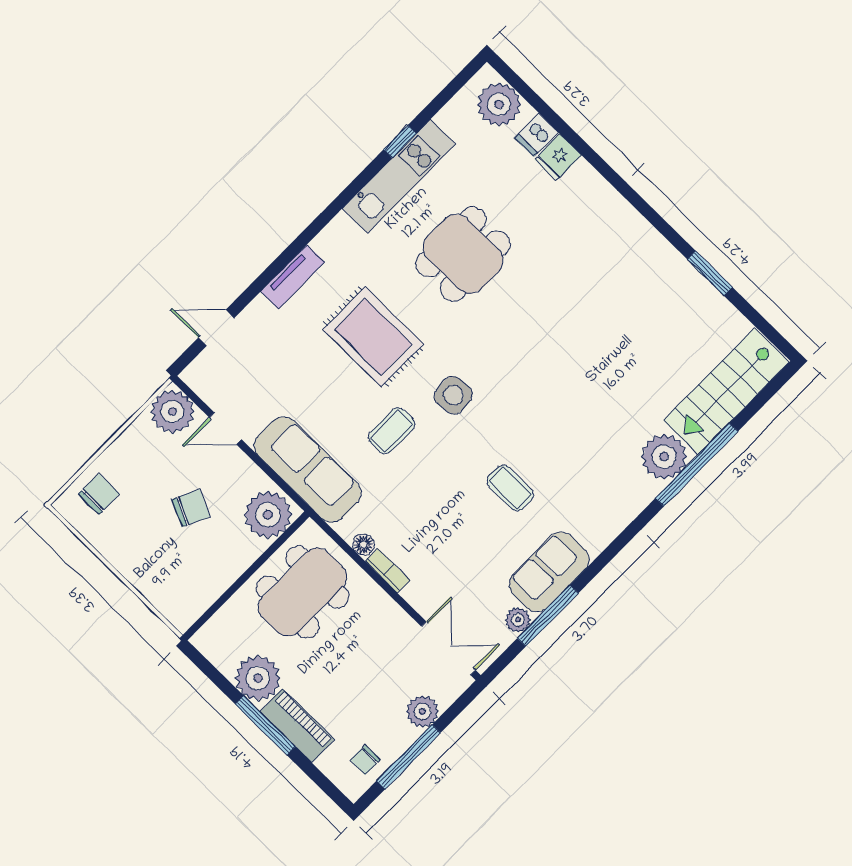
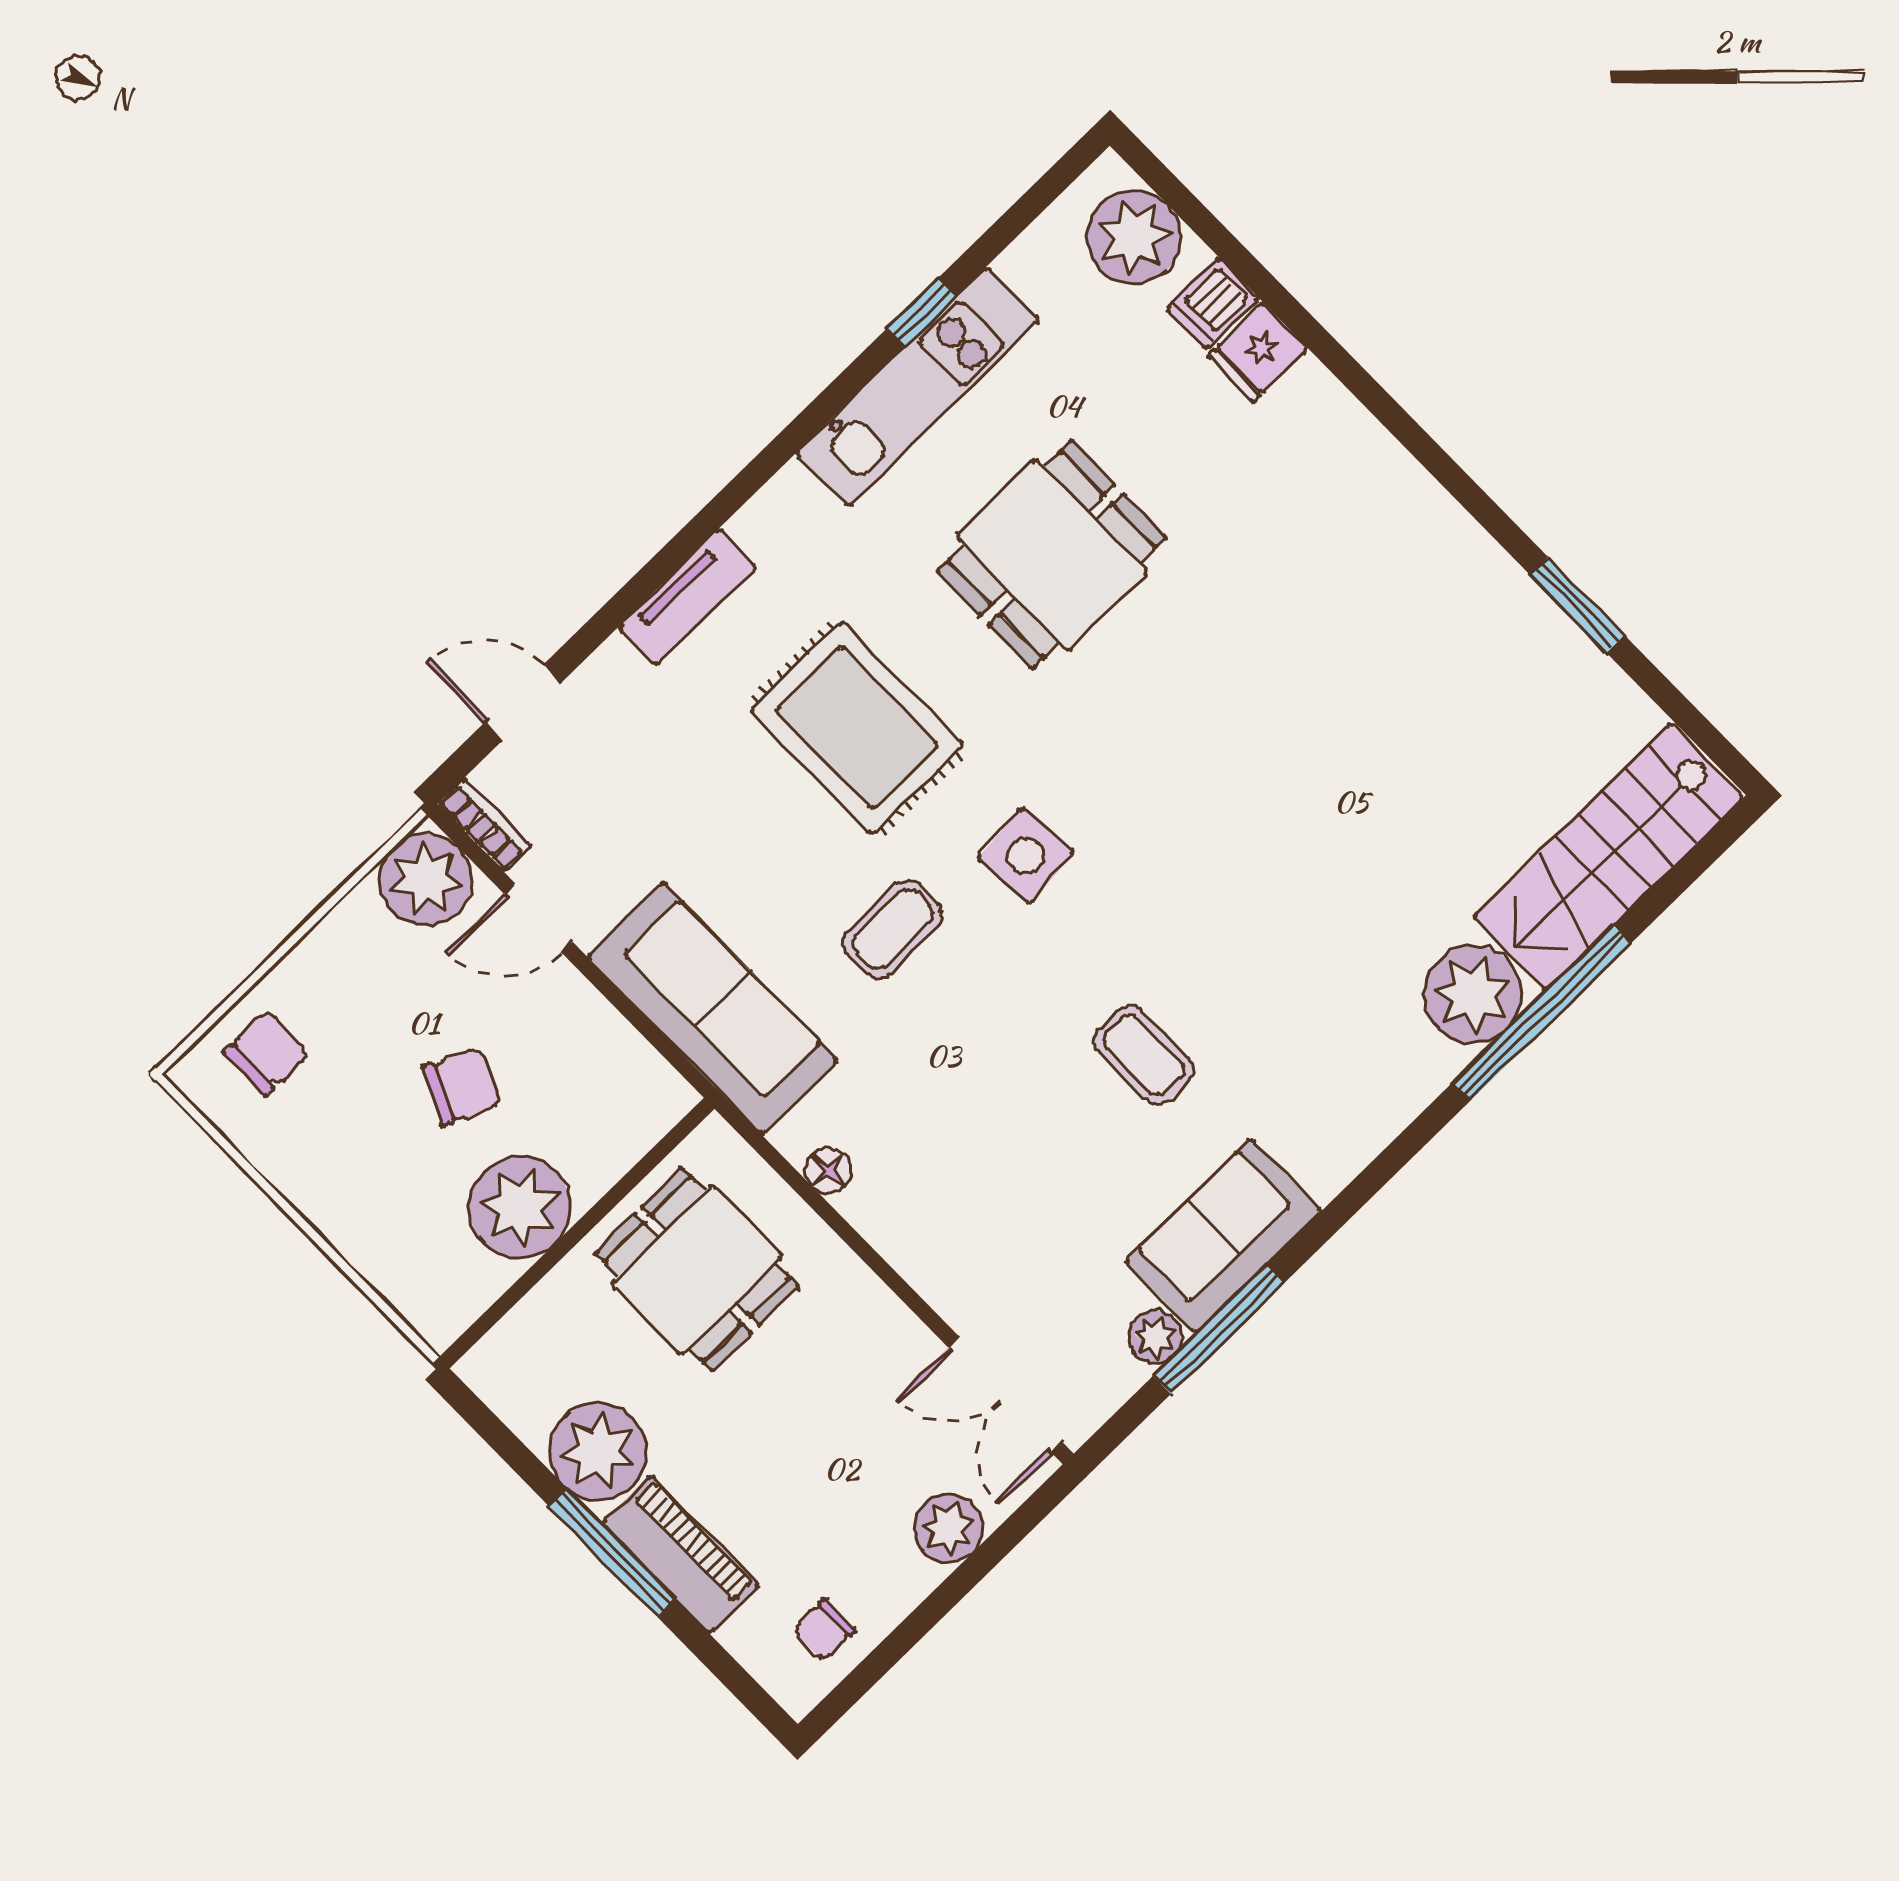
plant: (268, 515) -> (520, 1207), moved
bookcase: (387, 571) -> (485, 825), moved
dining table: (303, 592) -> (697, 1269), width x0.73
double door: (448, 648) -> (1006, 1395), swing flipped
window: (409, 757) -> (917, 1625), removed

